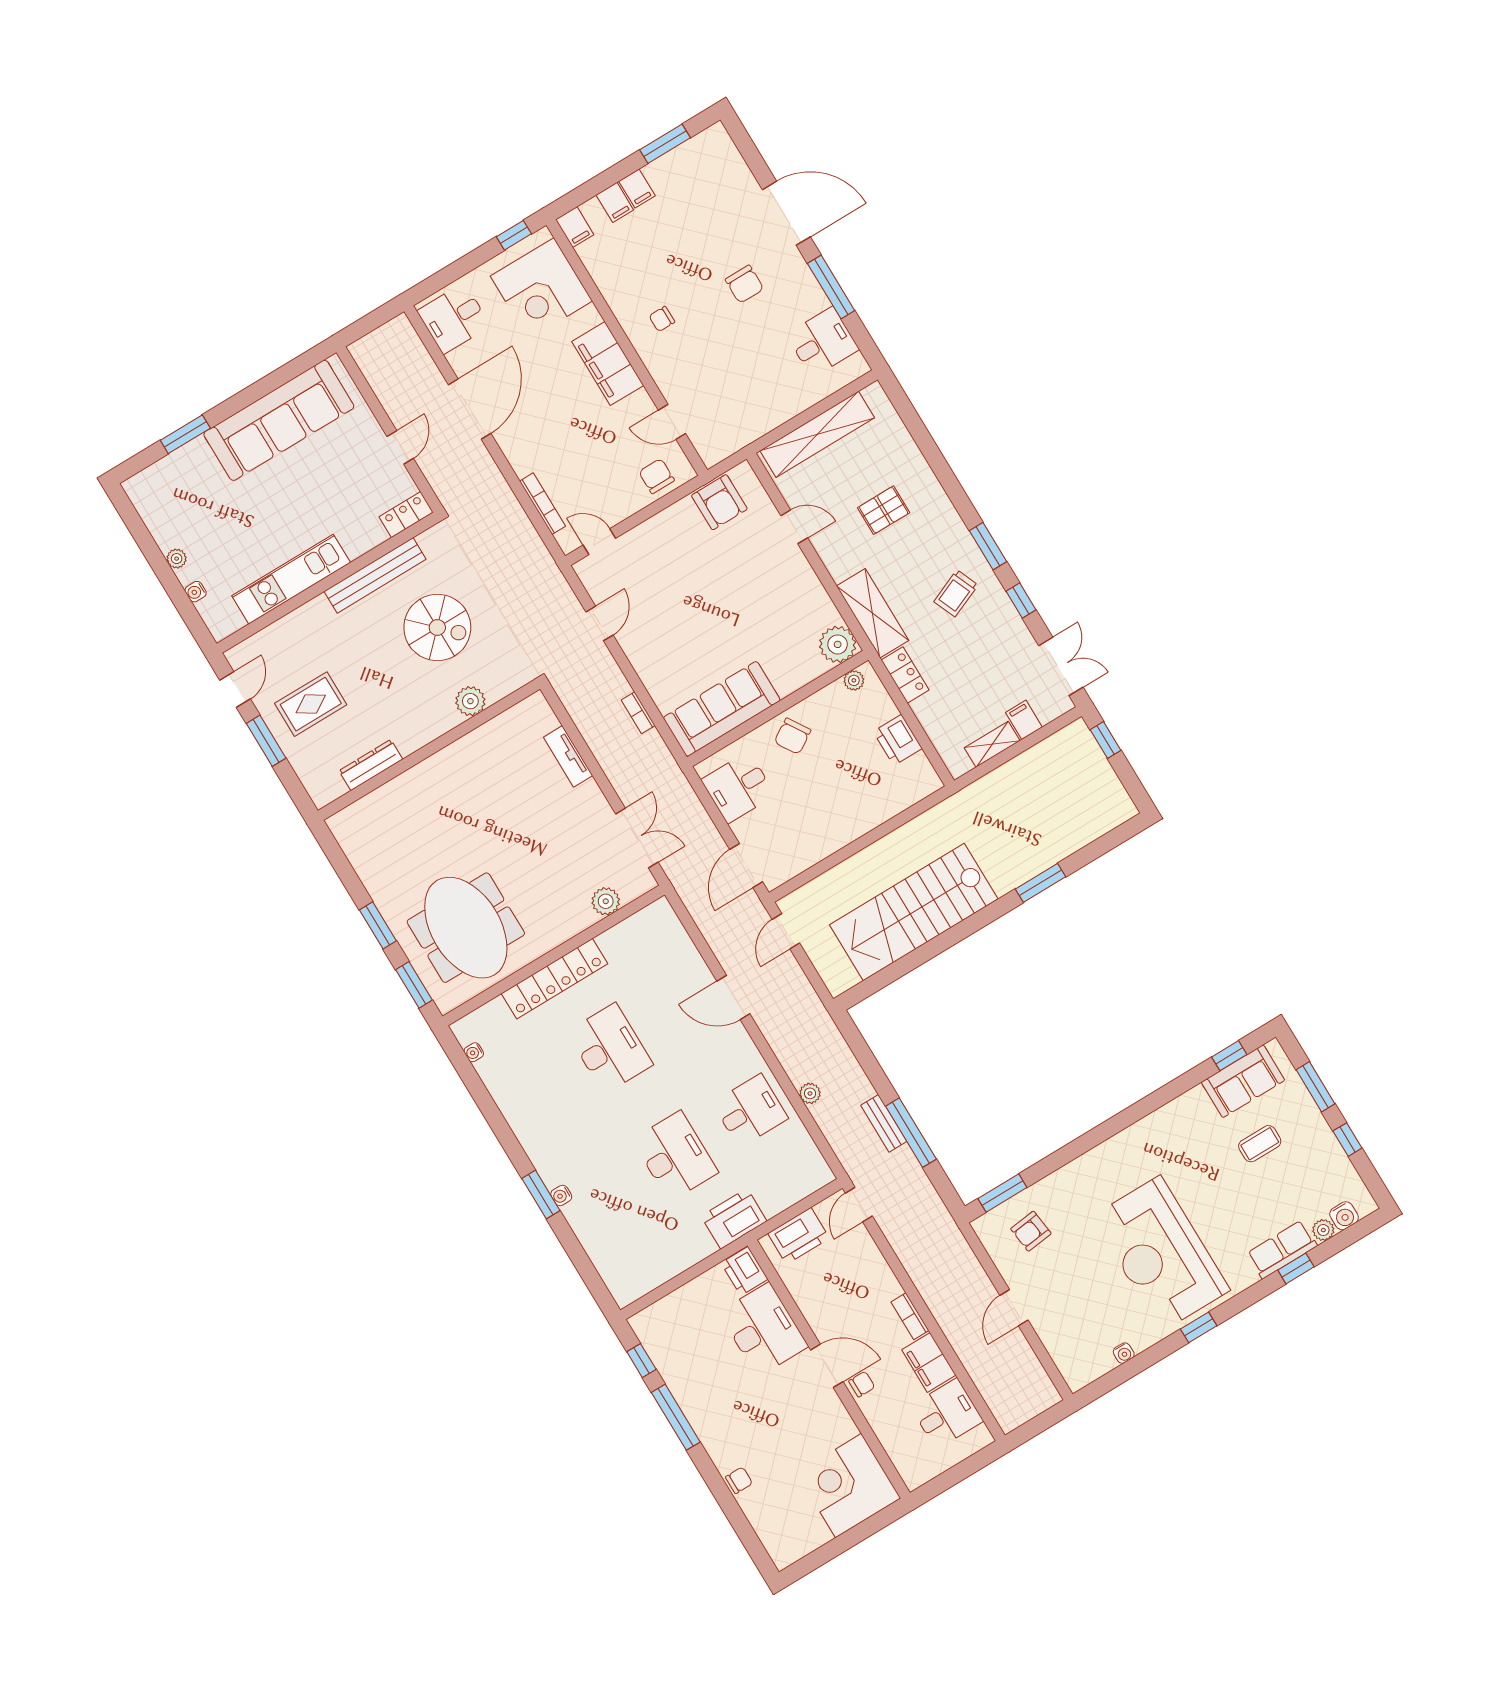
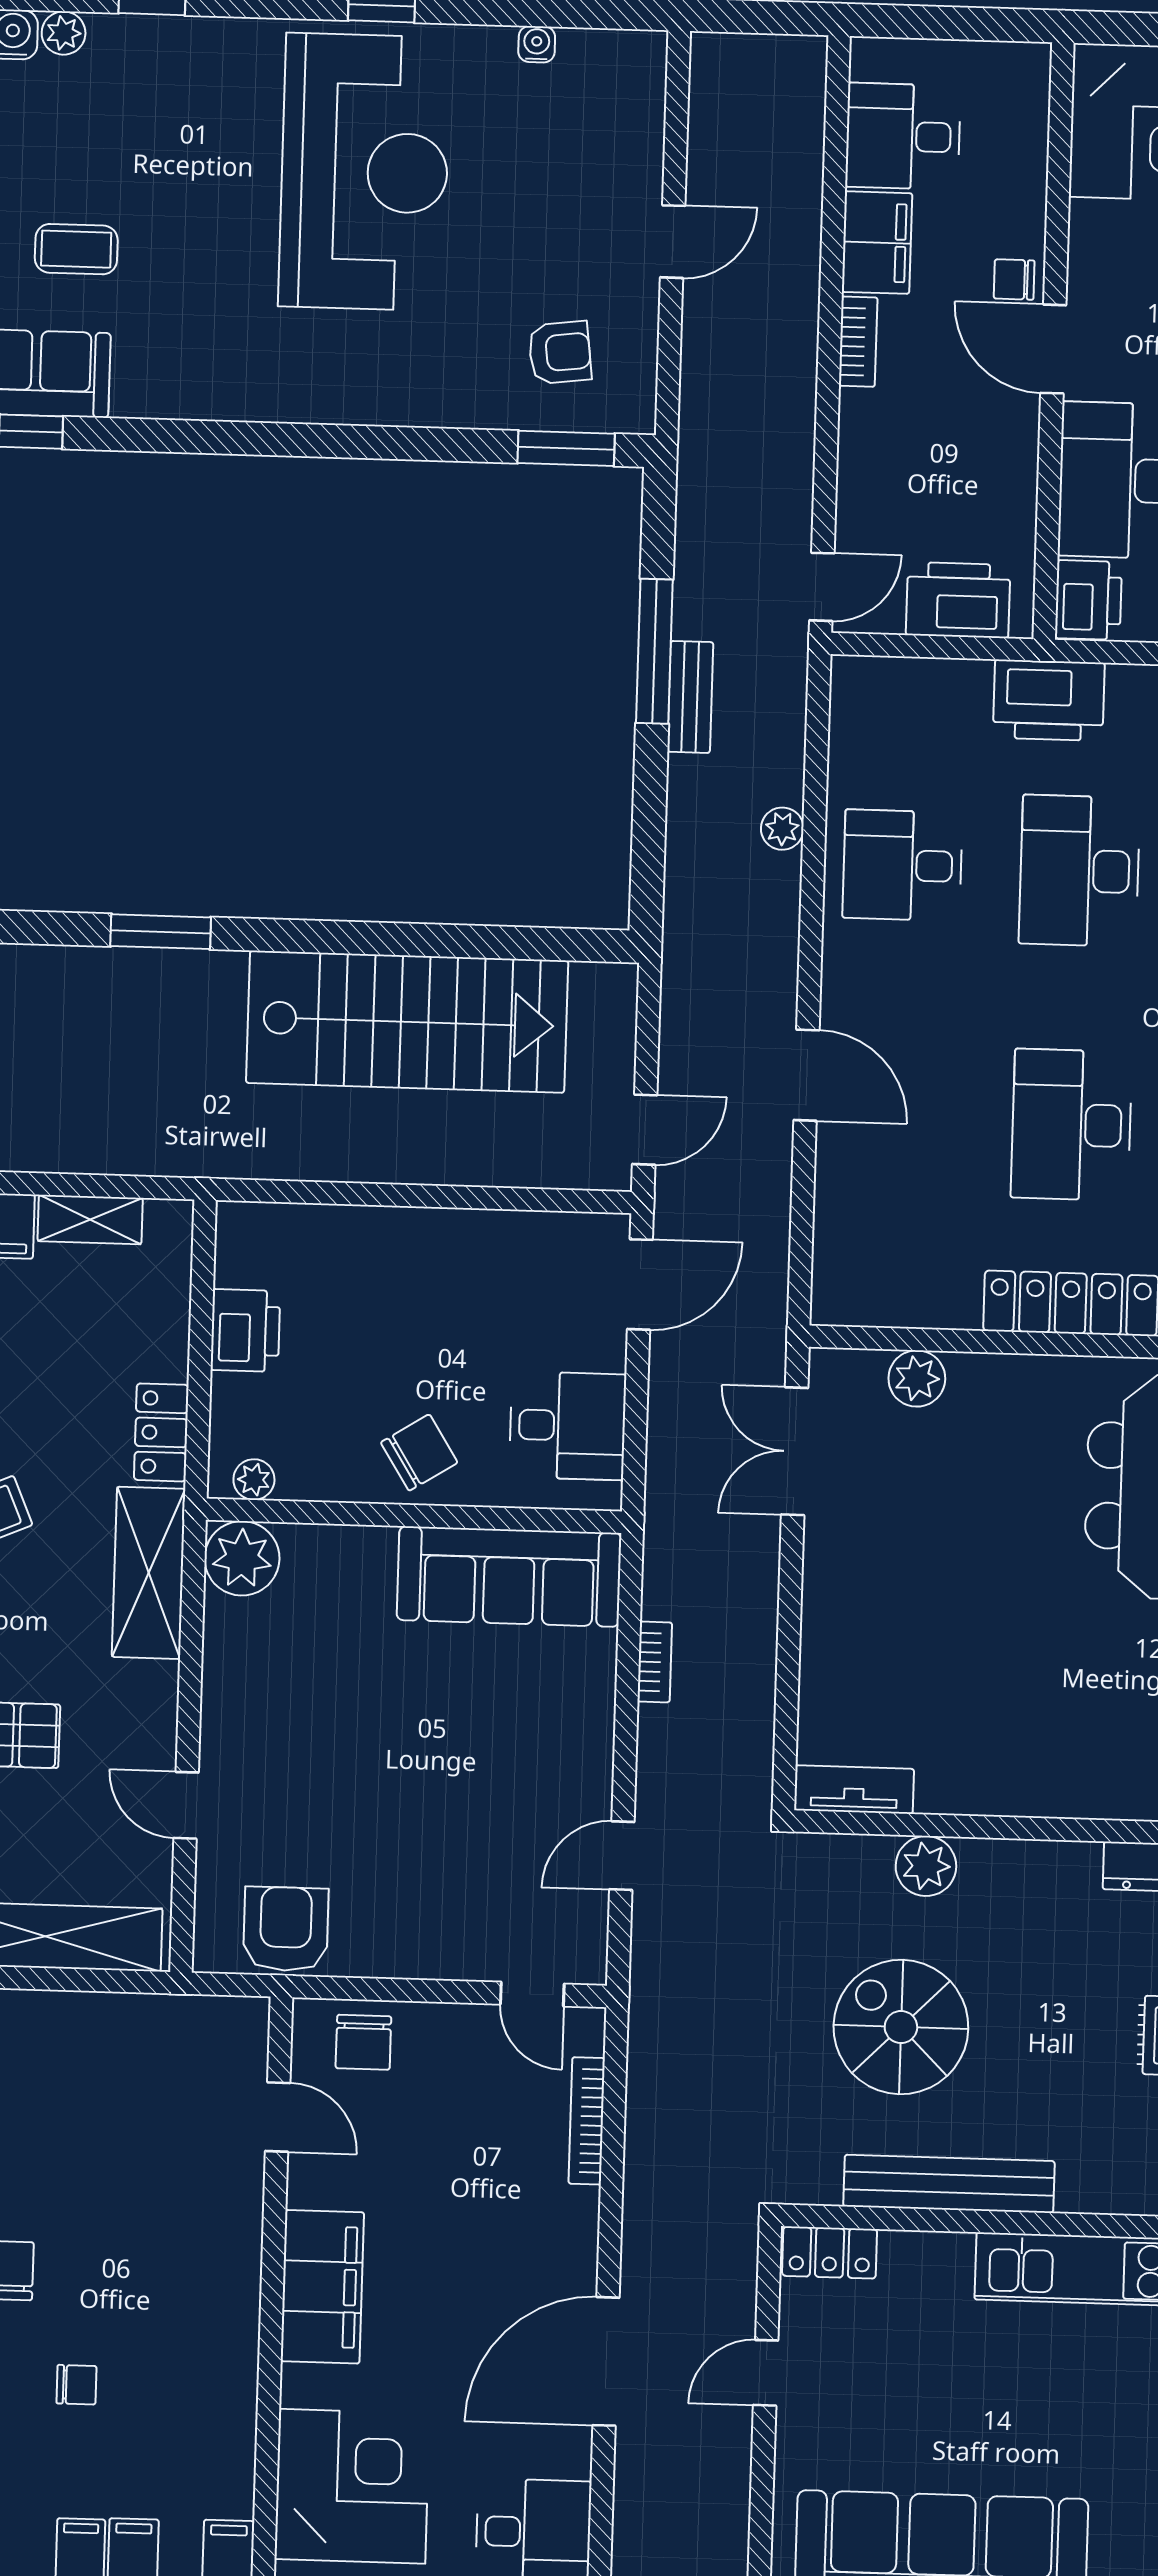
chair: (662, 319) -> (77, 2385), moved
tv unit: (568, 756) -> (854, 1790), moved, turned -90
row of seats: (1282, 1249) -> (155, 45), removed

